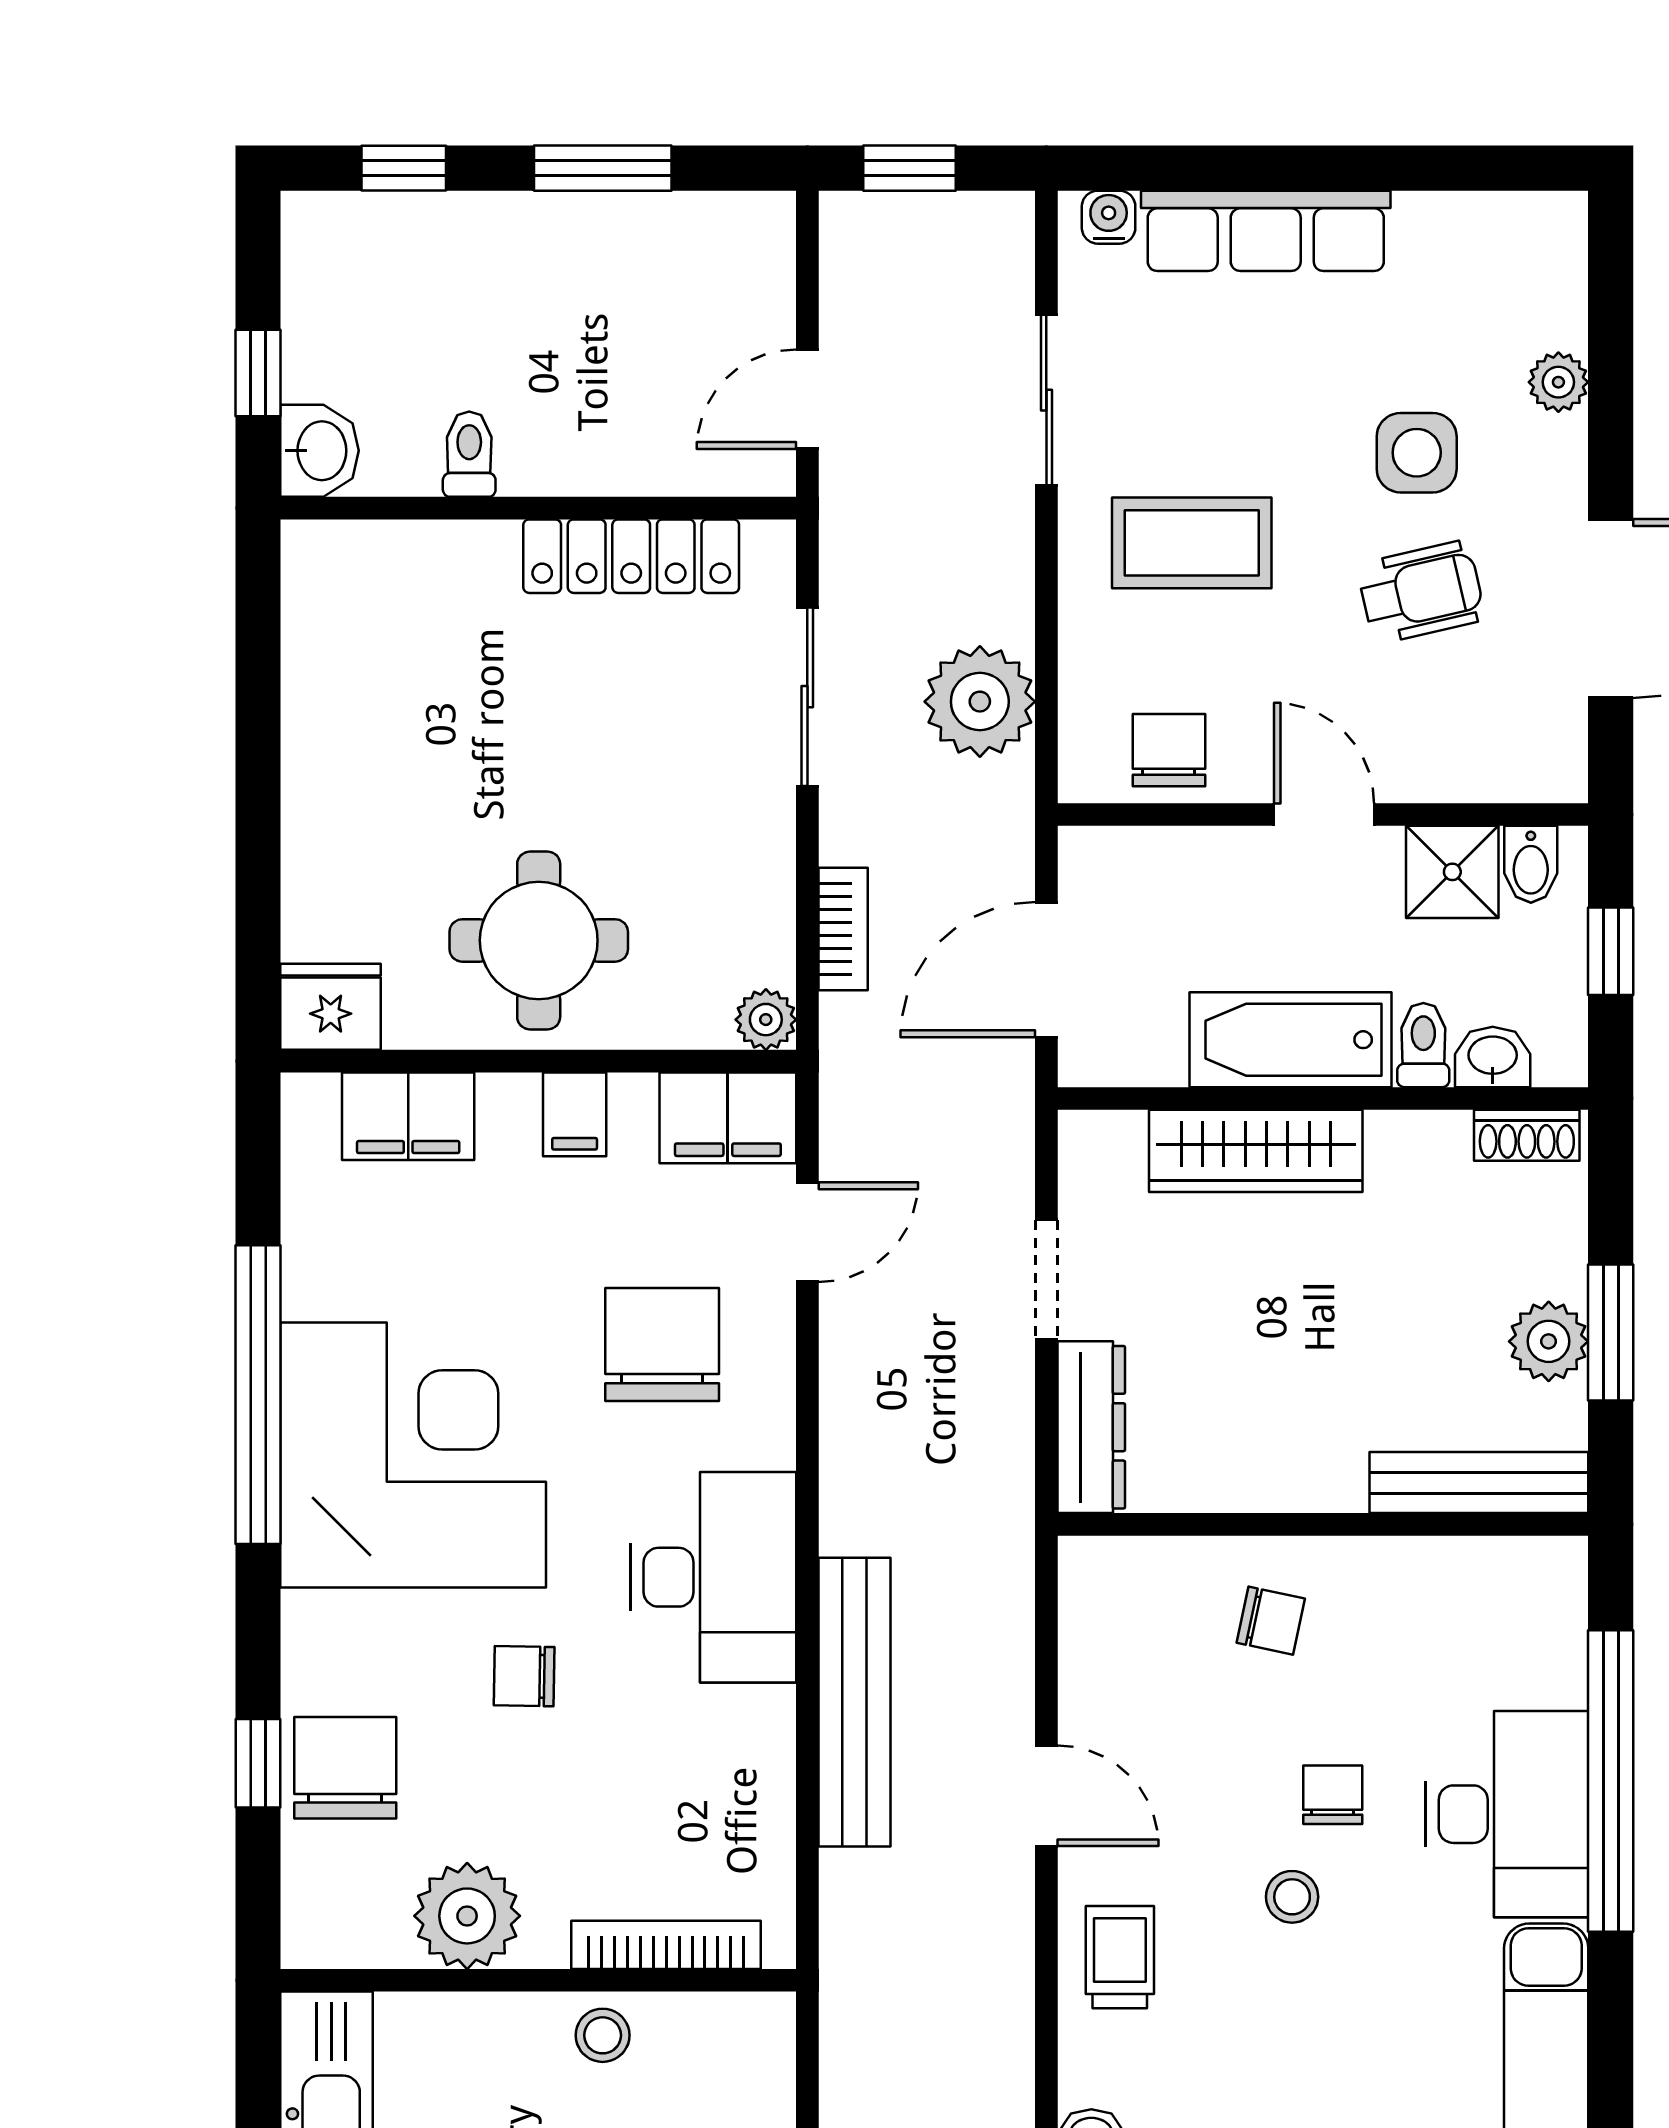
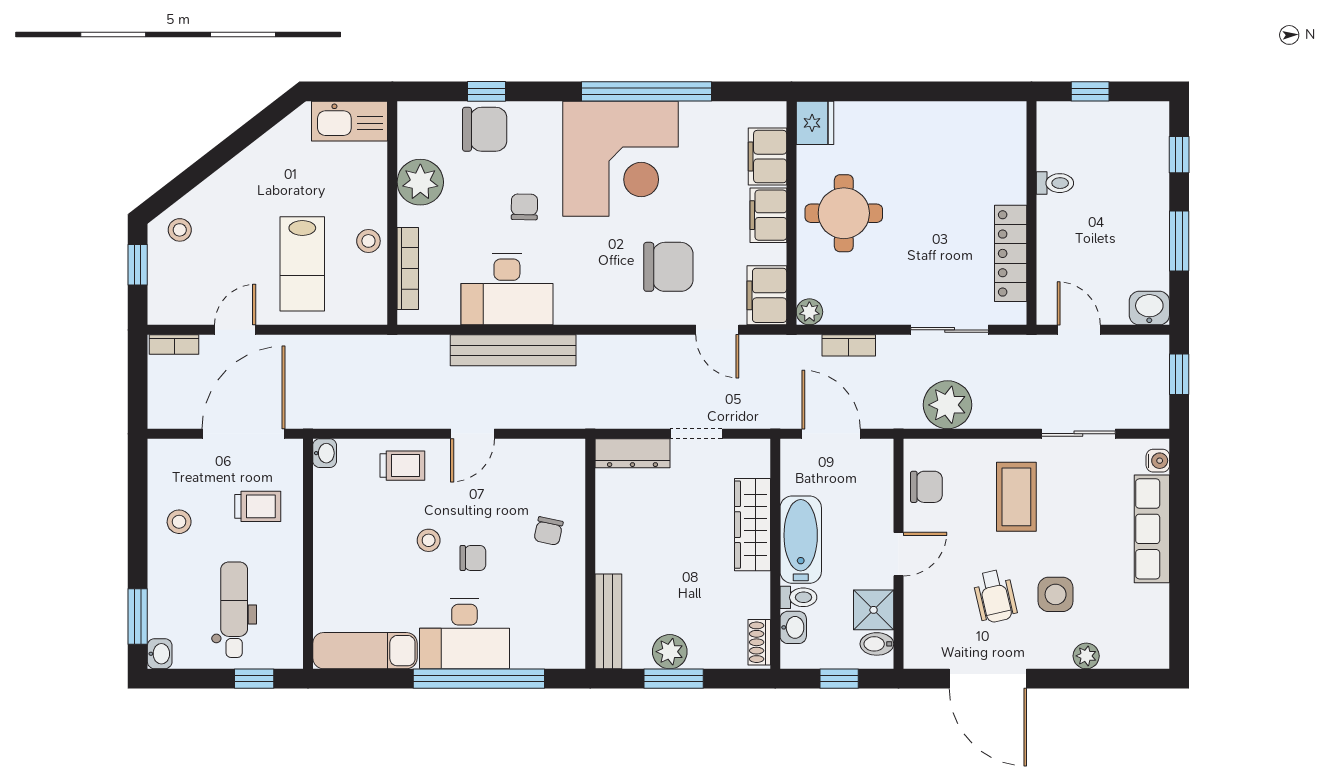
washbasin: (320, 451) -> (1149, 308), moved, turned 180
filing cabinet: (575, 1114) -> (768, 215), width x2.00
desk: (713, 1577) -> (507, 289), moved

